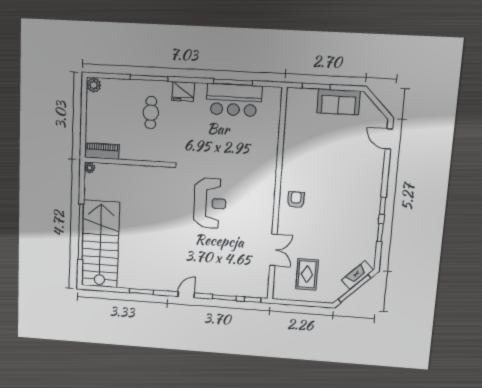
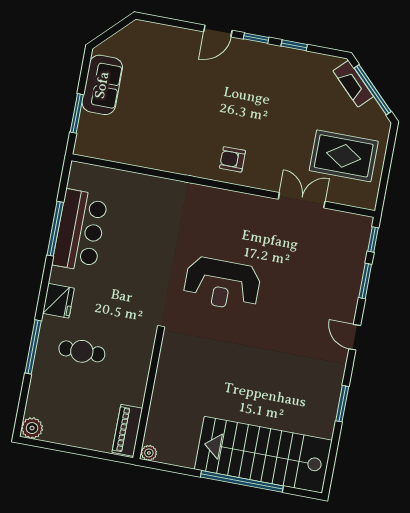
door: (389, 139) -> (218, 31), moved
reception desk: (210, 203) -> (222, 284), turned 180
rug: (307, 274) -> (344, 156), width x1.36, depth x1.43

